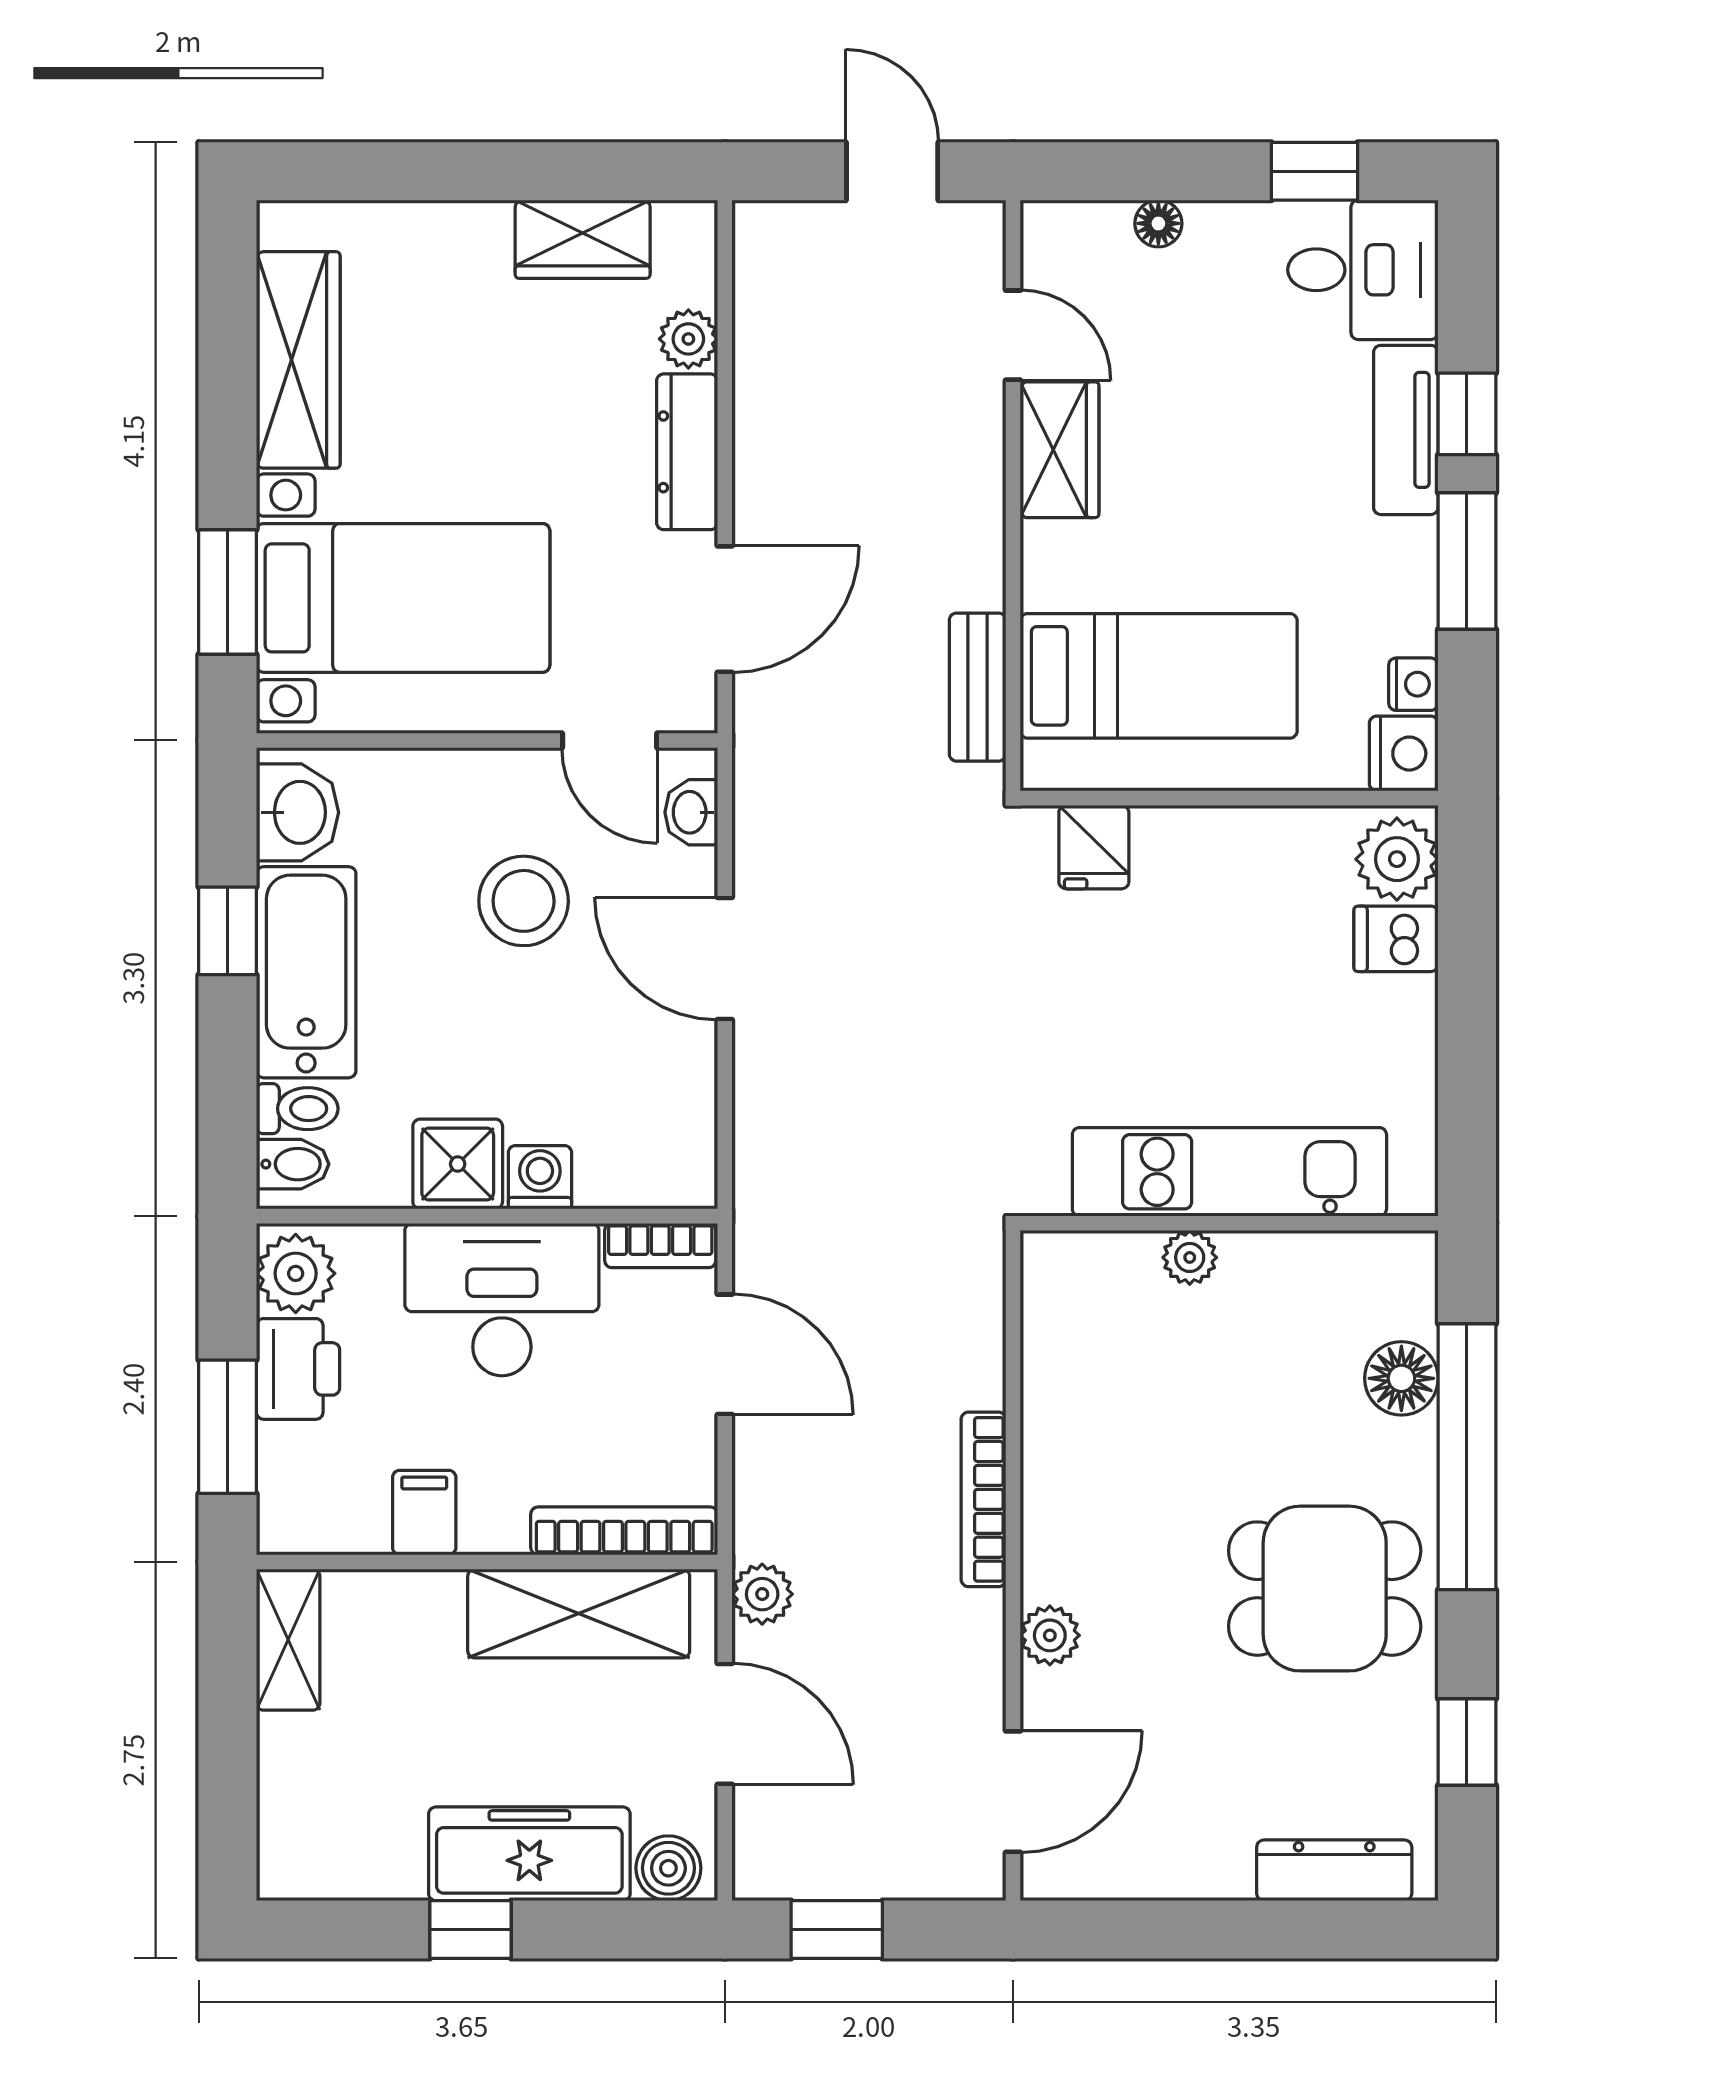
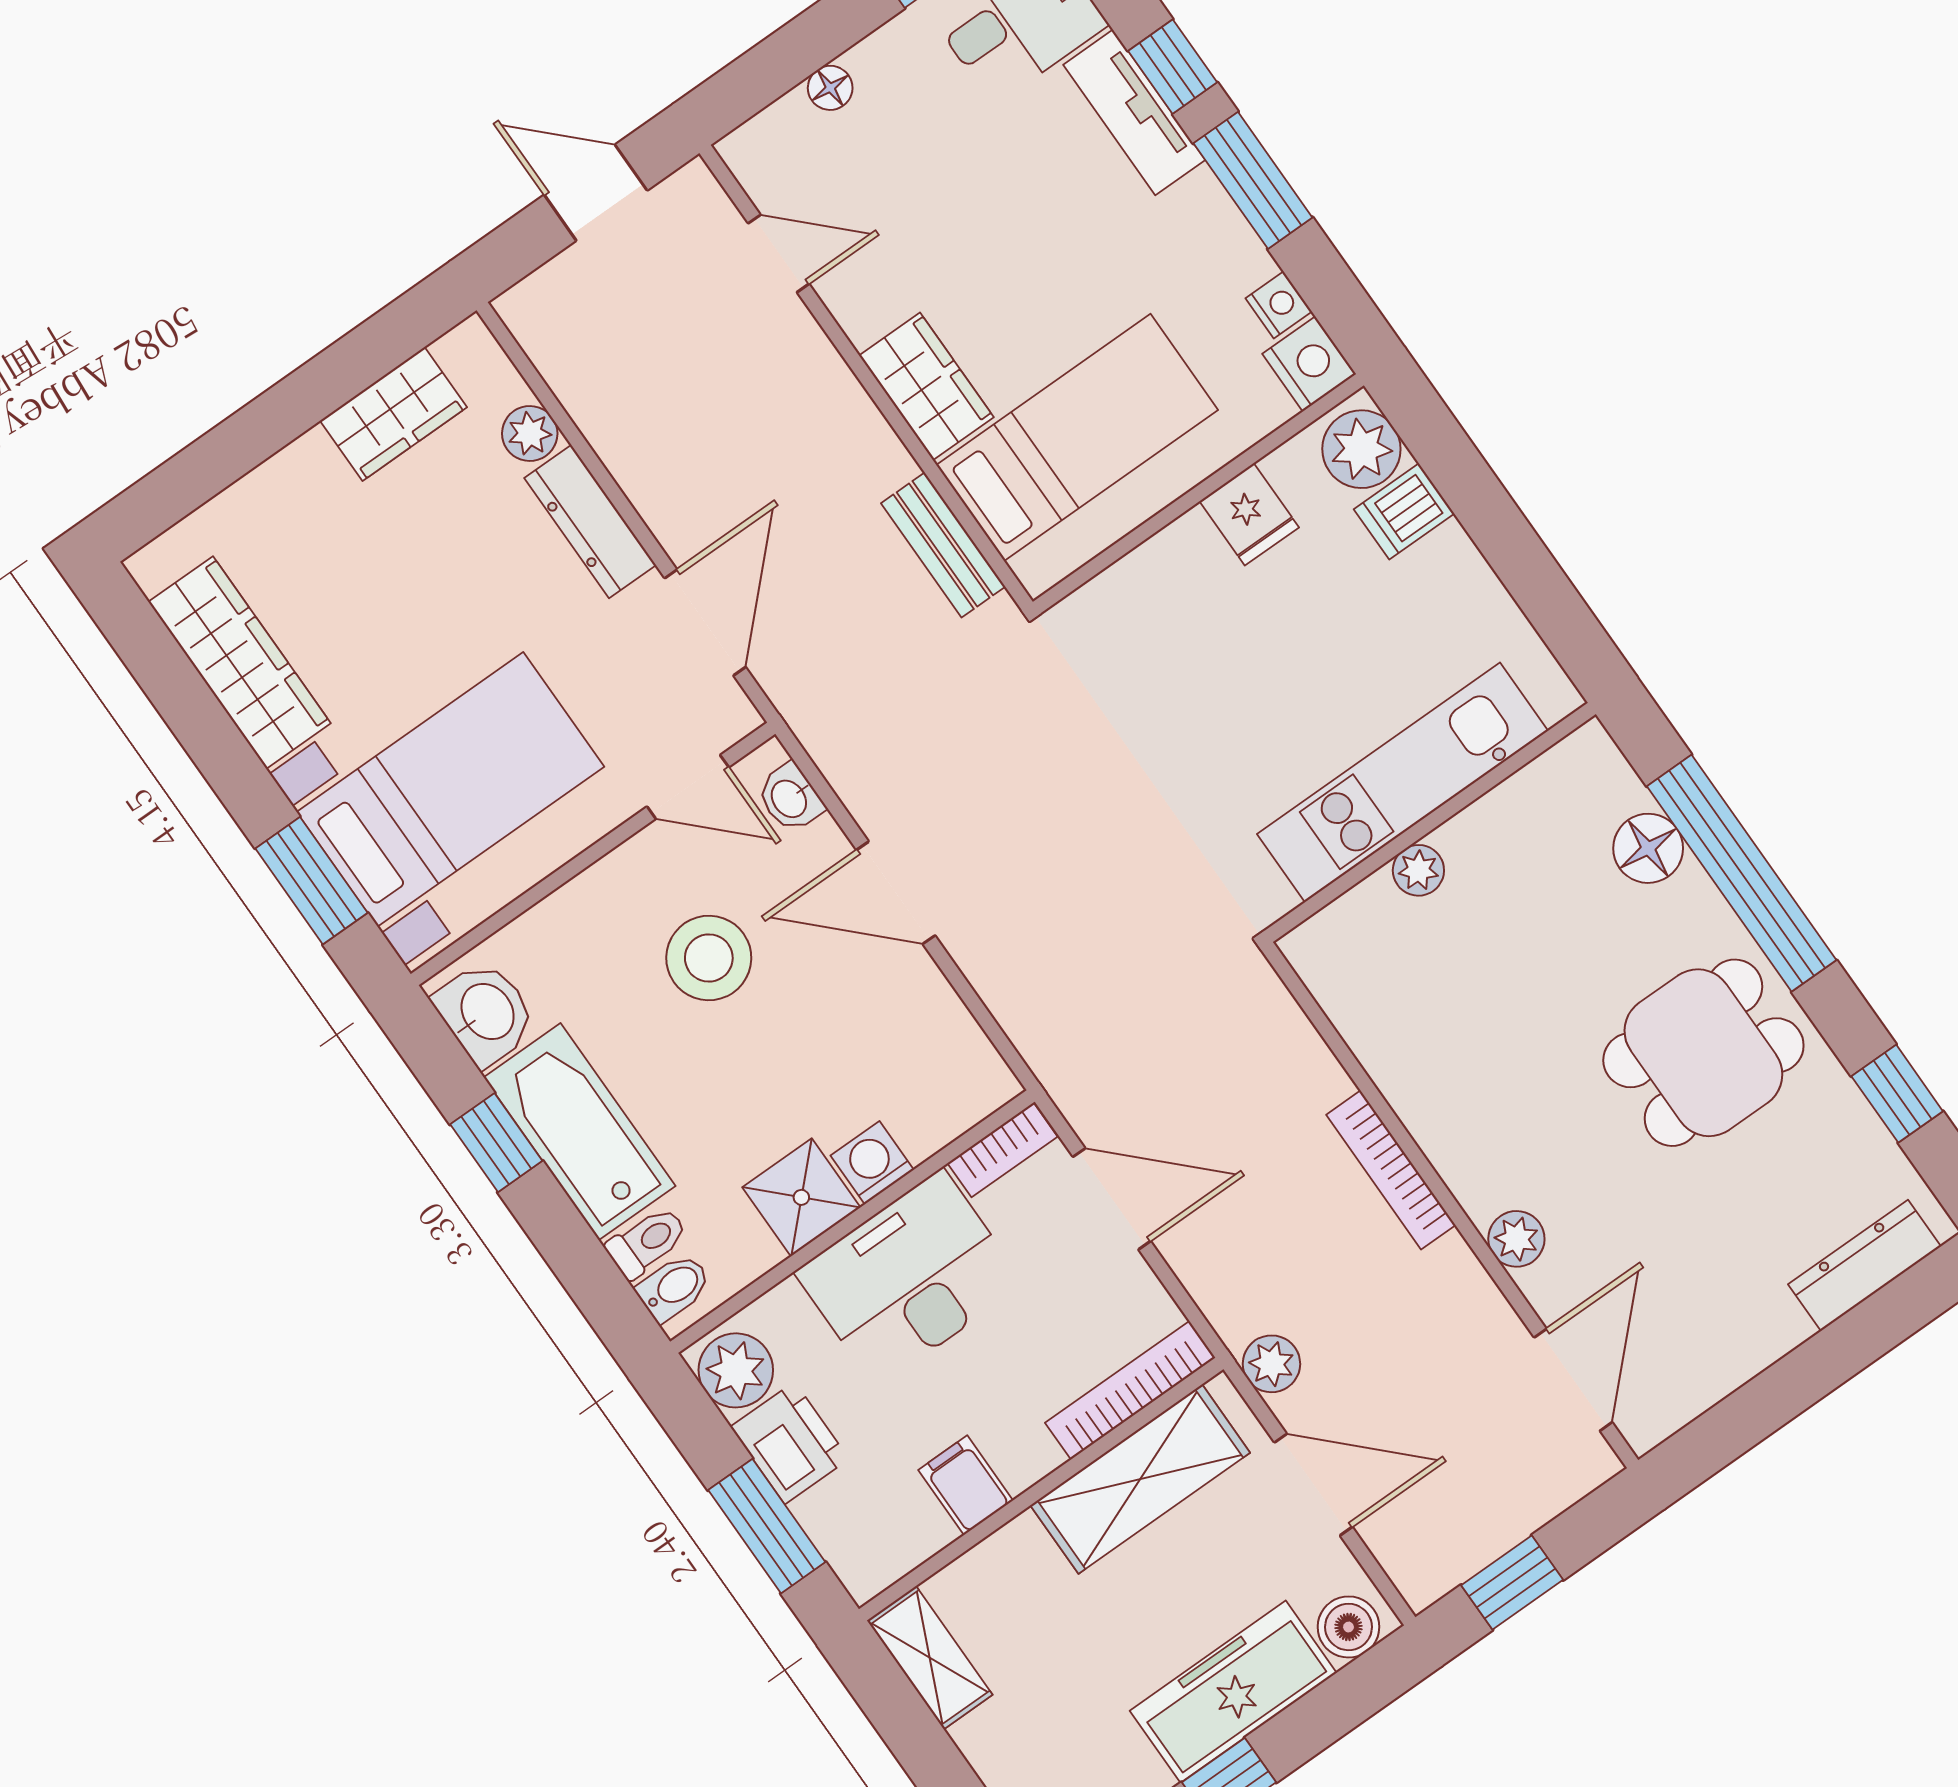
wardrobe: (1060, 450) -> (926, 386), moved
fridge: (1094, 847) -> (1249, 514), moved

